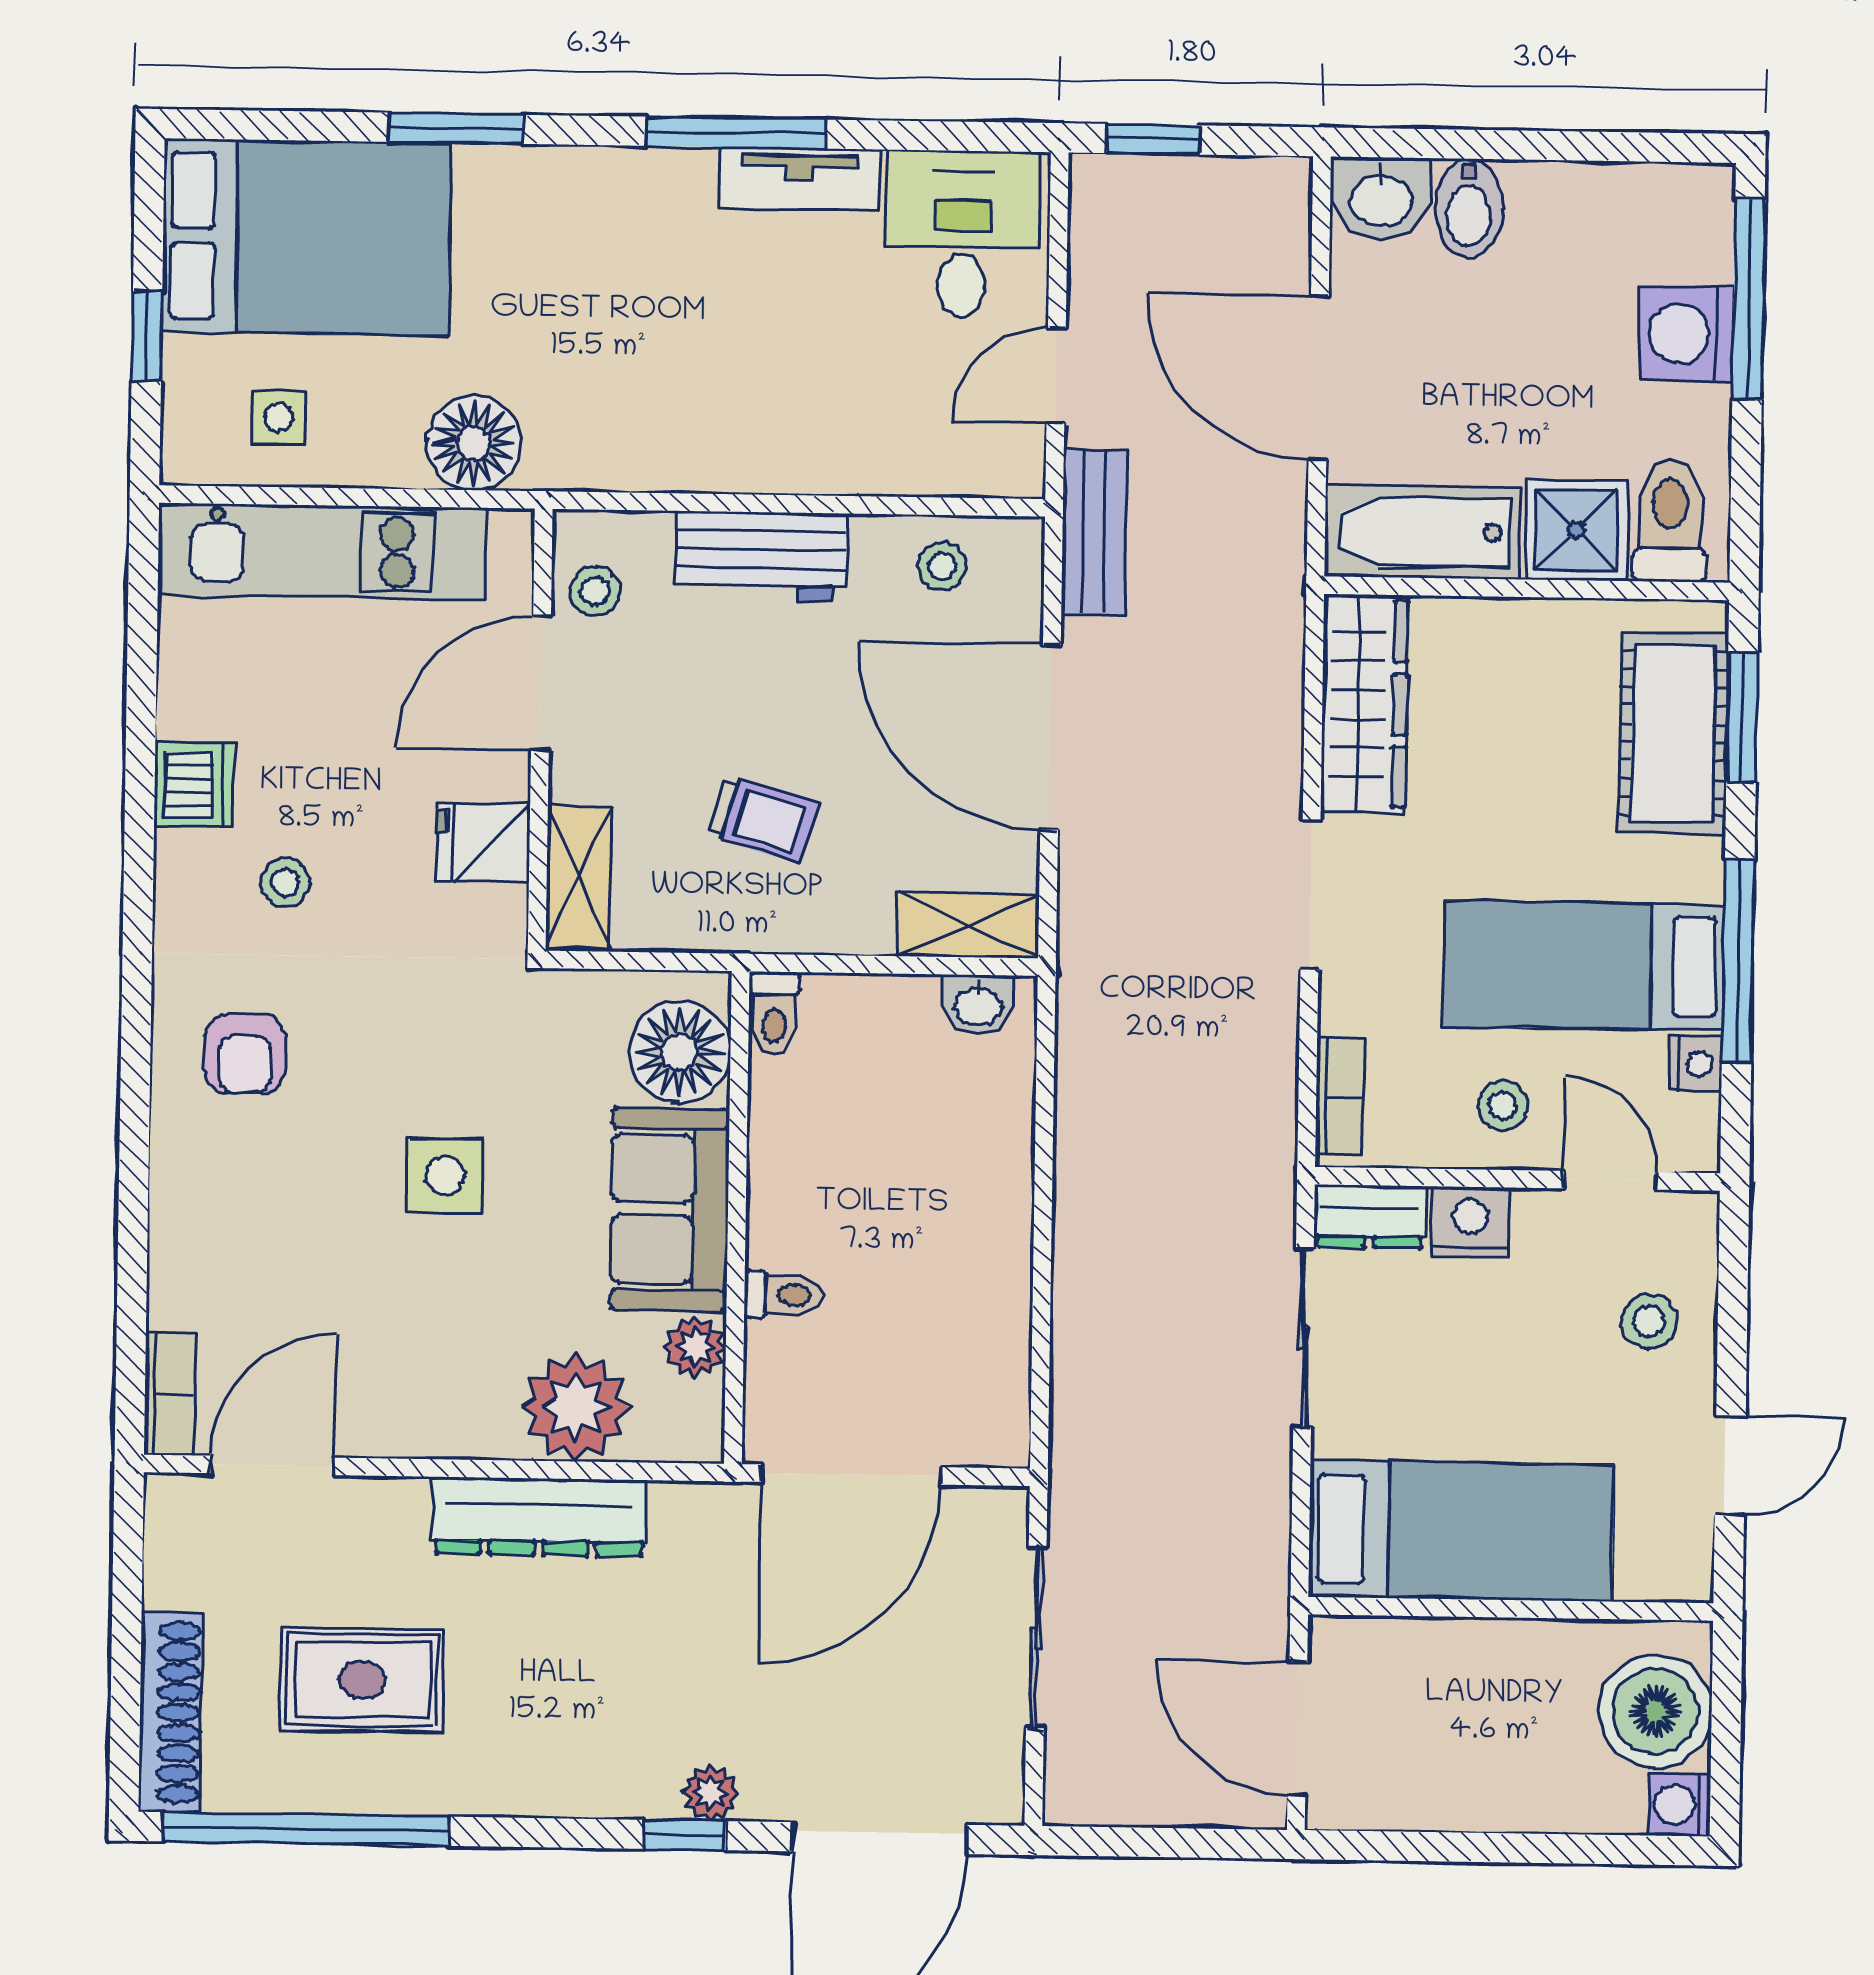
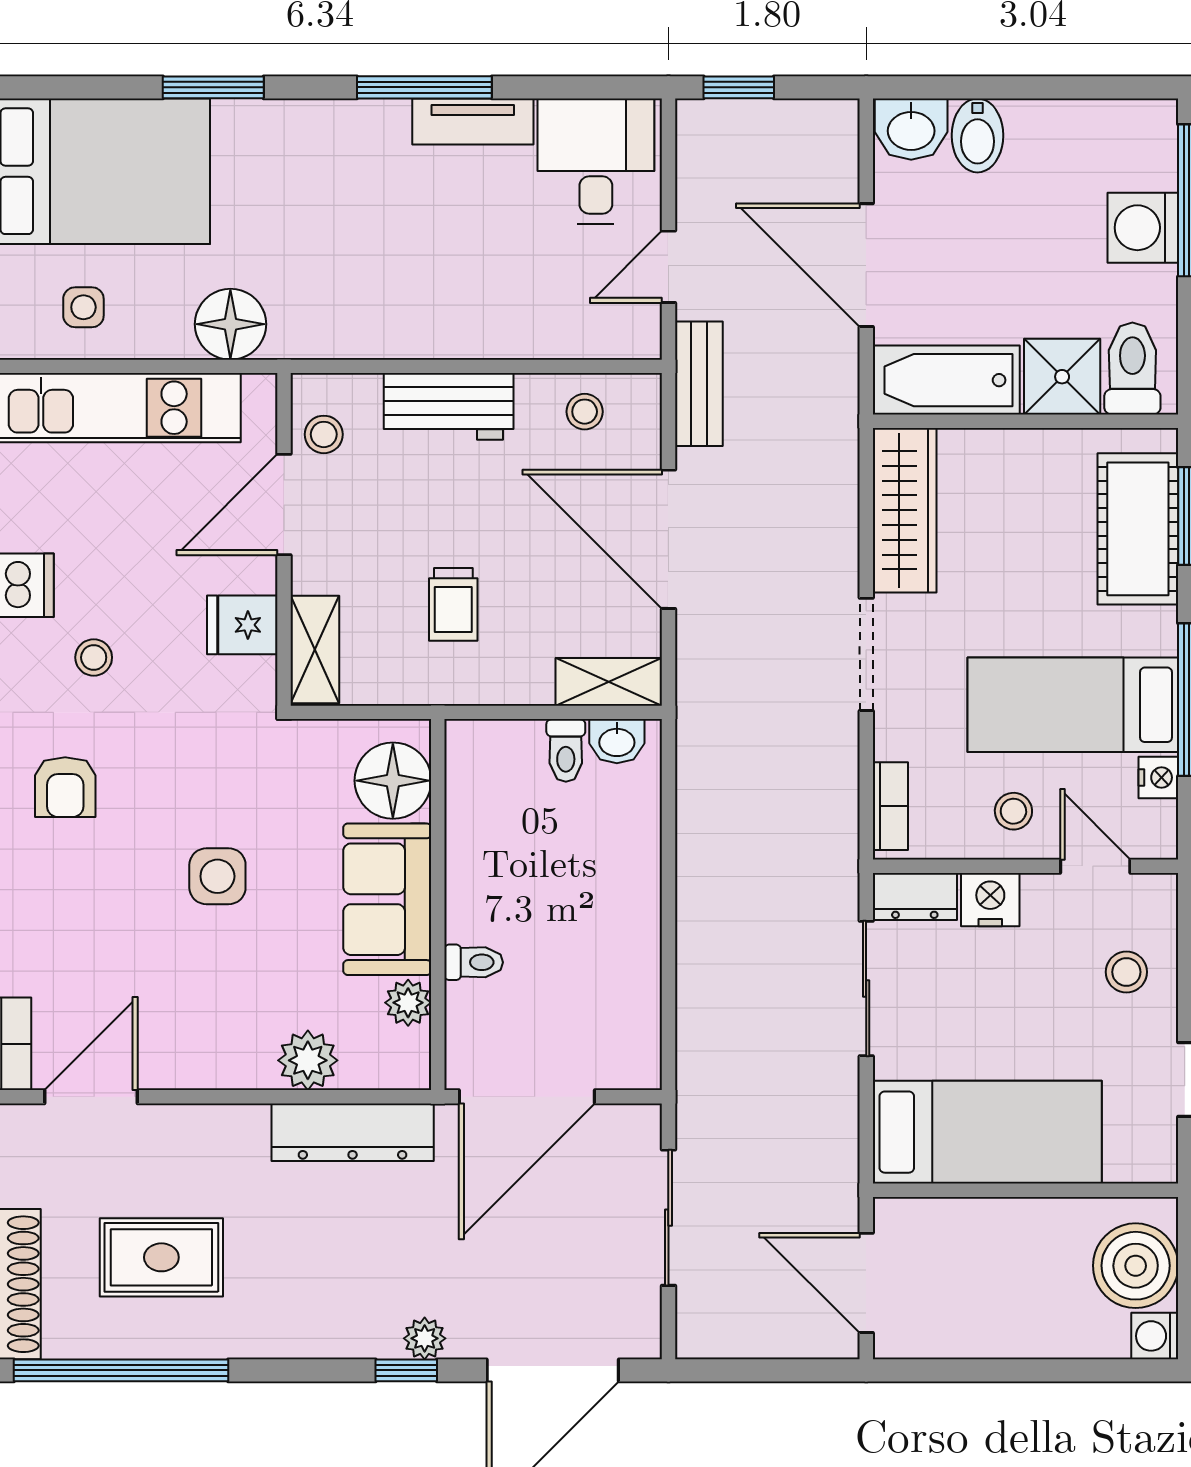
trolley: (764, 819) -> (453, 604), turned 74
toilet: (774, 1013) -> (566, 750), moved
plant: (576, 1407) -> (308, 1060), width x0.73, depth x0.73
dresser: (539, 1517) -> (353, 1132), moved

